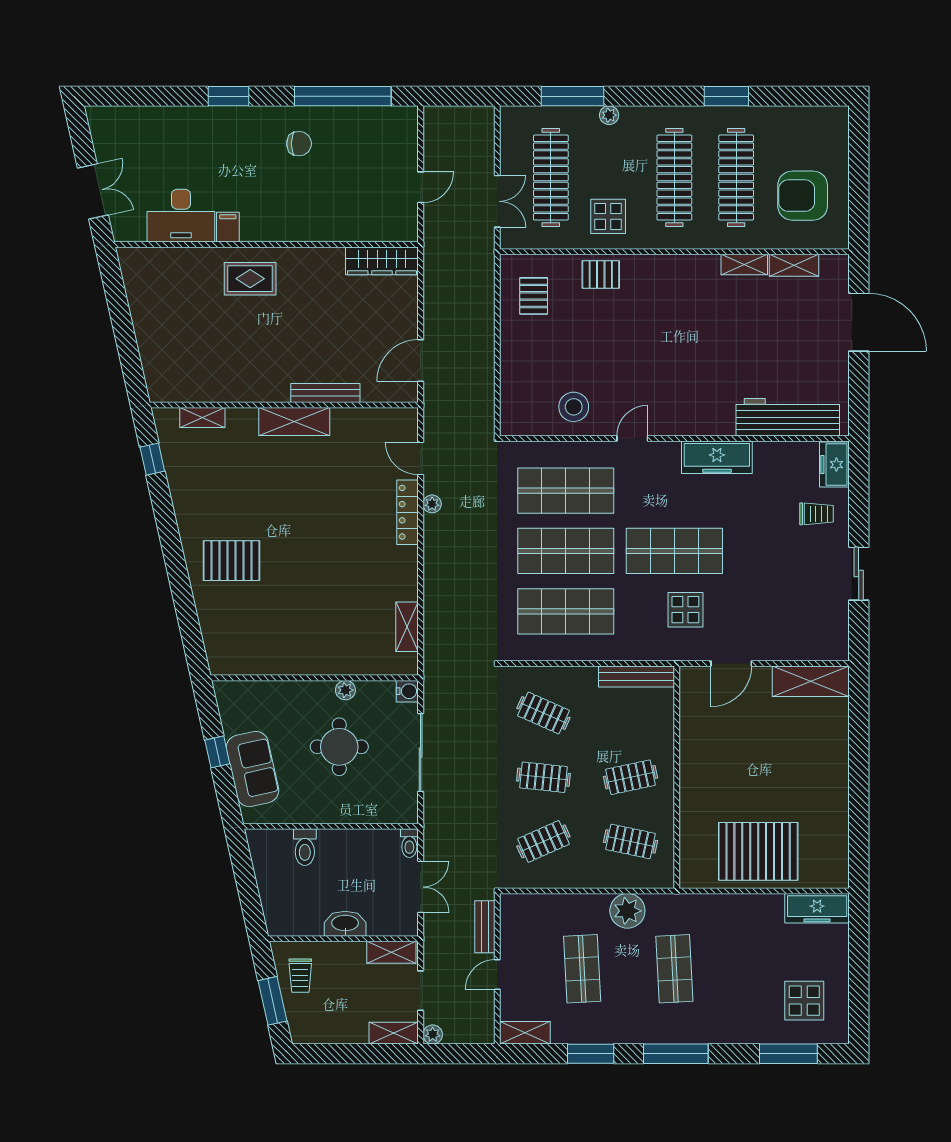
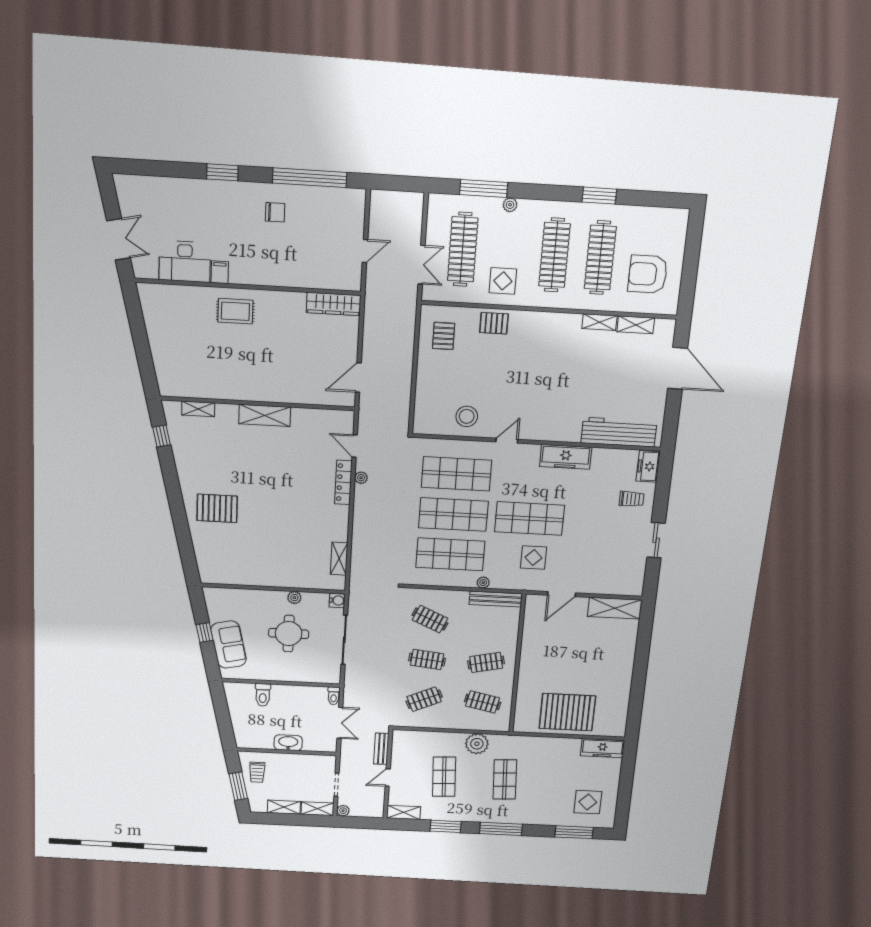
bench: (325, 393) -> (288, 397), removed
plant: (616, 652) -> (483, 583), added
shelving: (391, 952) -> (284, 807), moved

